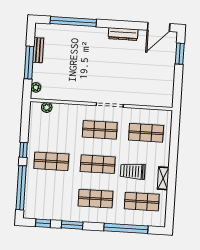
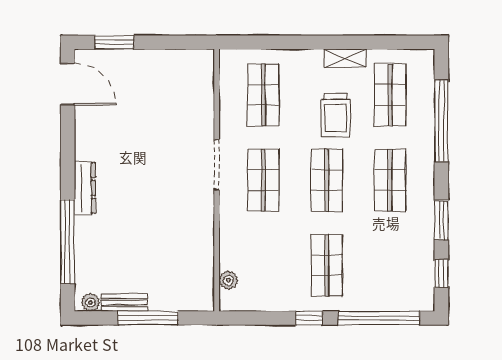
dresser: (123, 34) -> (85, 188), moved
plant: (36, 87) -> (91, 302), moved

